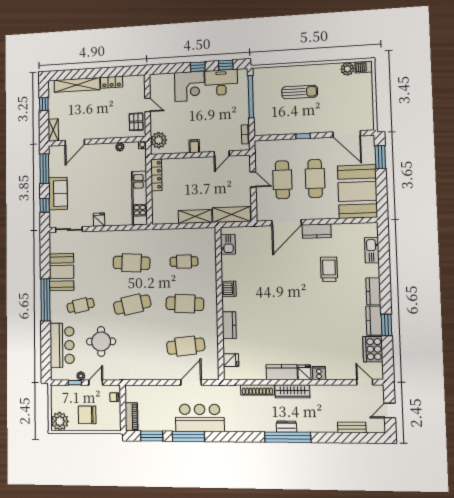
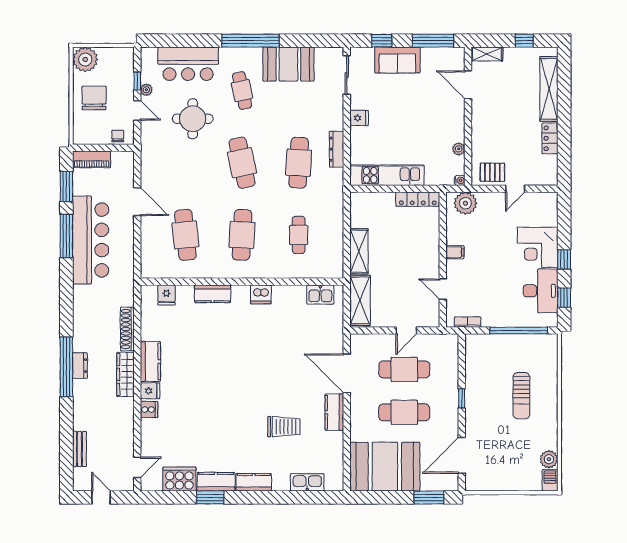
dresser: (121, 235) -> (337, 149), added
door: (191, 382) -> (137, 202), moved
bar counter: (200, 418) -> (91, 240), width x1.36

